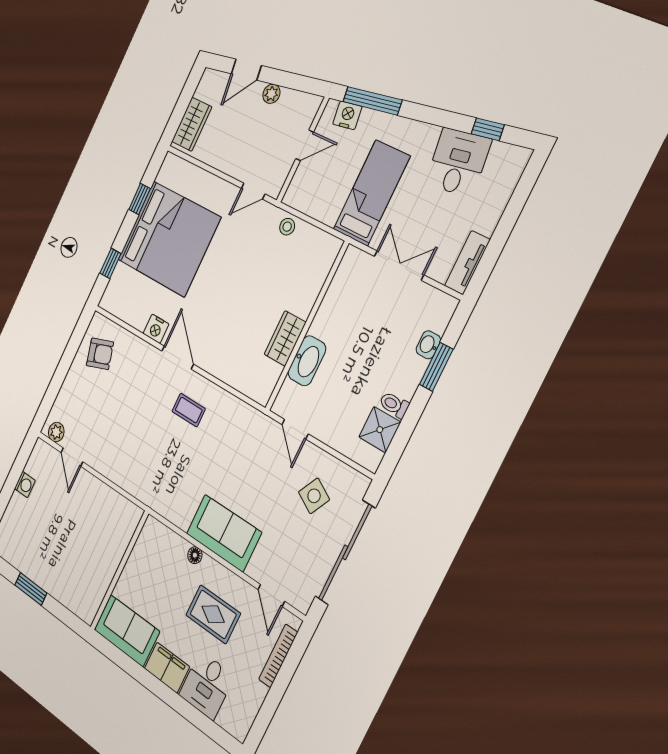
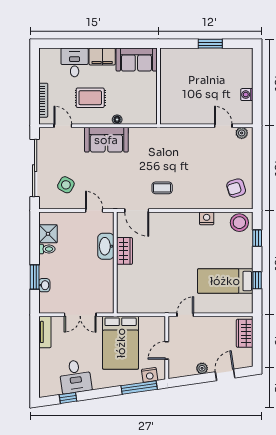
bed: (372, 193) -> (121, 343), width x1.50
stool: (287, 227) -> (239, 223), moved, width x1.89, depth x1.89
bed: (169, 239) -> (225, 281), width x0.49
door: (178, 358) -> (137, 210), moved

